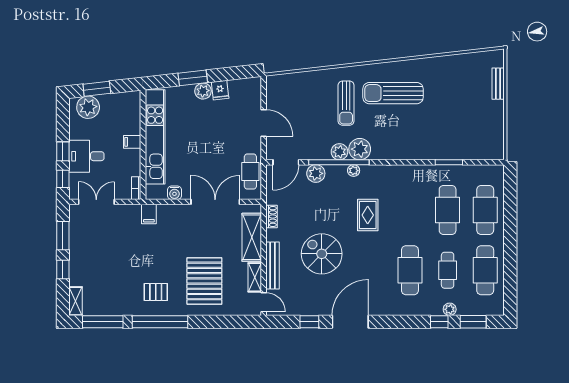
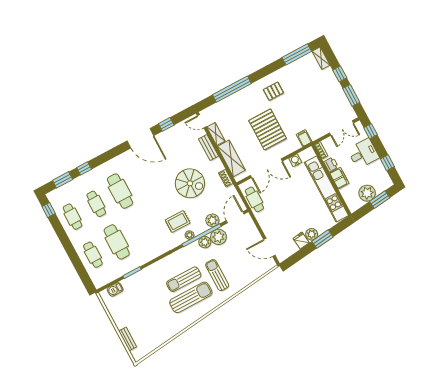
plant: (88, 107) -> (367, 193), moved
sun lounger: (390, 120) -> (184, 279), added
door: (264, 123) -> (269, 247), moved
filing cabinet: (132, 142) -> (339, 178), width x2.00
plant: (360, 149) -> (218, 237), moved
window: (63, 151) -> (387, 163), moved
barbecue: (481, 153) -> (115, 289), added
printer: (133, 164) -> (331, 164), added
cafe table: (485, 210) -> (93, 255), width x0.73, depth x0.74
rug: (368, 215) -> (178, 222), moved, turned 90
spiral stairs: (322, 254) -> (190, 183), moved
bench: (273, 265) -> (209, 148), width x0.73
cafe table: (485, 270) -> (72, 217), width x0.73, depth x0.74
pallet: (204, 281) -> (268, 129), moved
window: (510, 294) -> (49, 210), added
plant: (450, 309) -> (82, 180), removed
window: (160, 322) -> (232, 89), moved
door: (350, 322) -> (140, 138), hinge flipped

